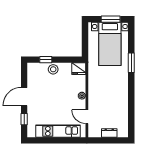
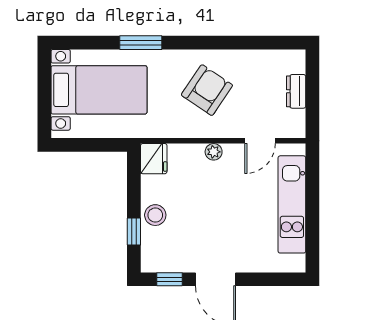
window: (111, 19) -> (44, 88), removed
armchair: (110, 93) -> (207, 90), added
window: (24, 119) -> (169, 279), moved

